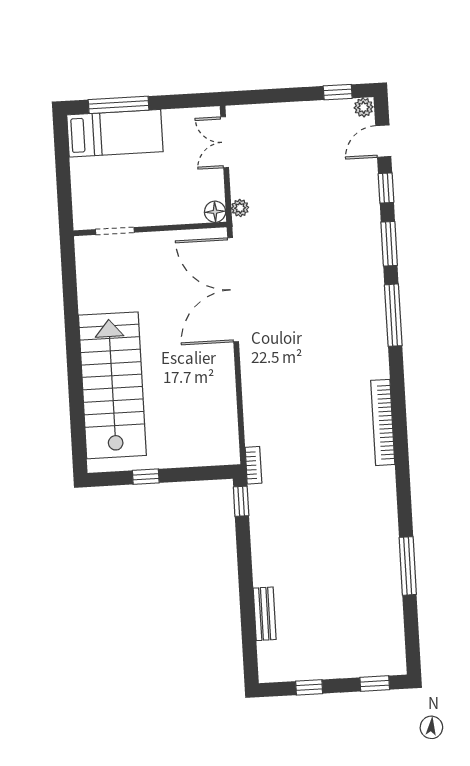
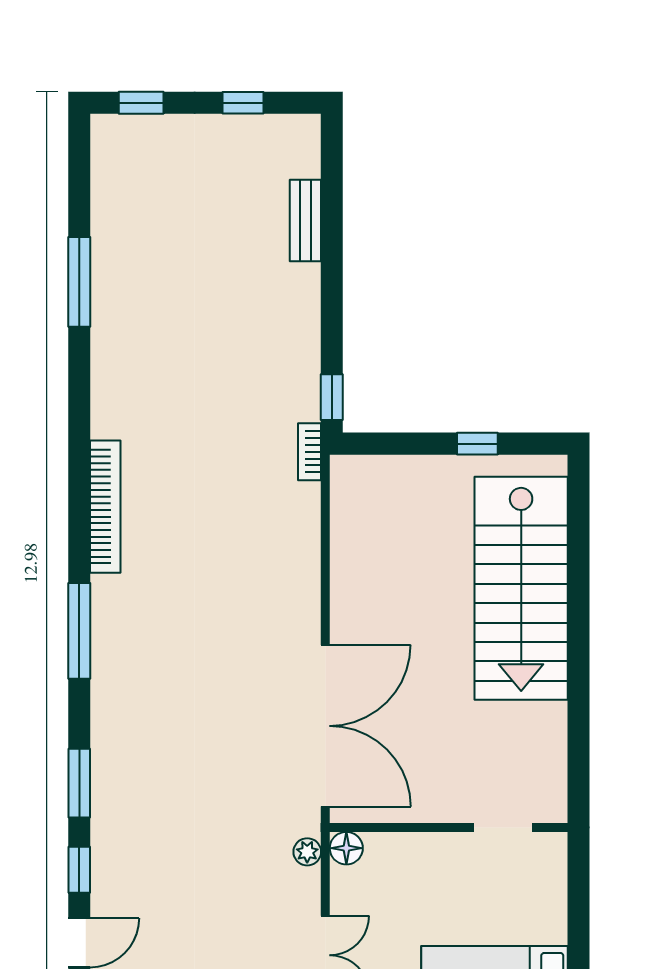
window: (393, 315) -> (79, 631), moved

